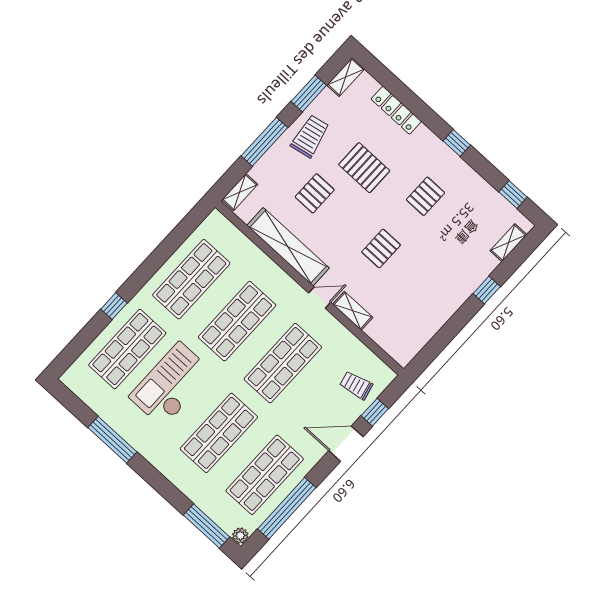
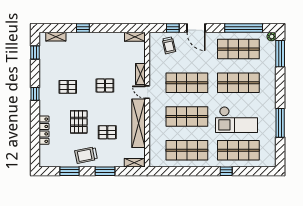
shelving: (346, 77) -> (135, 37), moved
window: (264, 142) -> (105, 171), width x0.69

